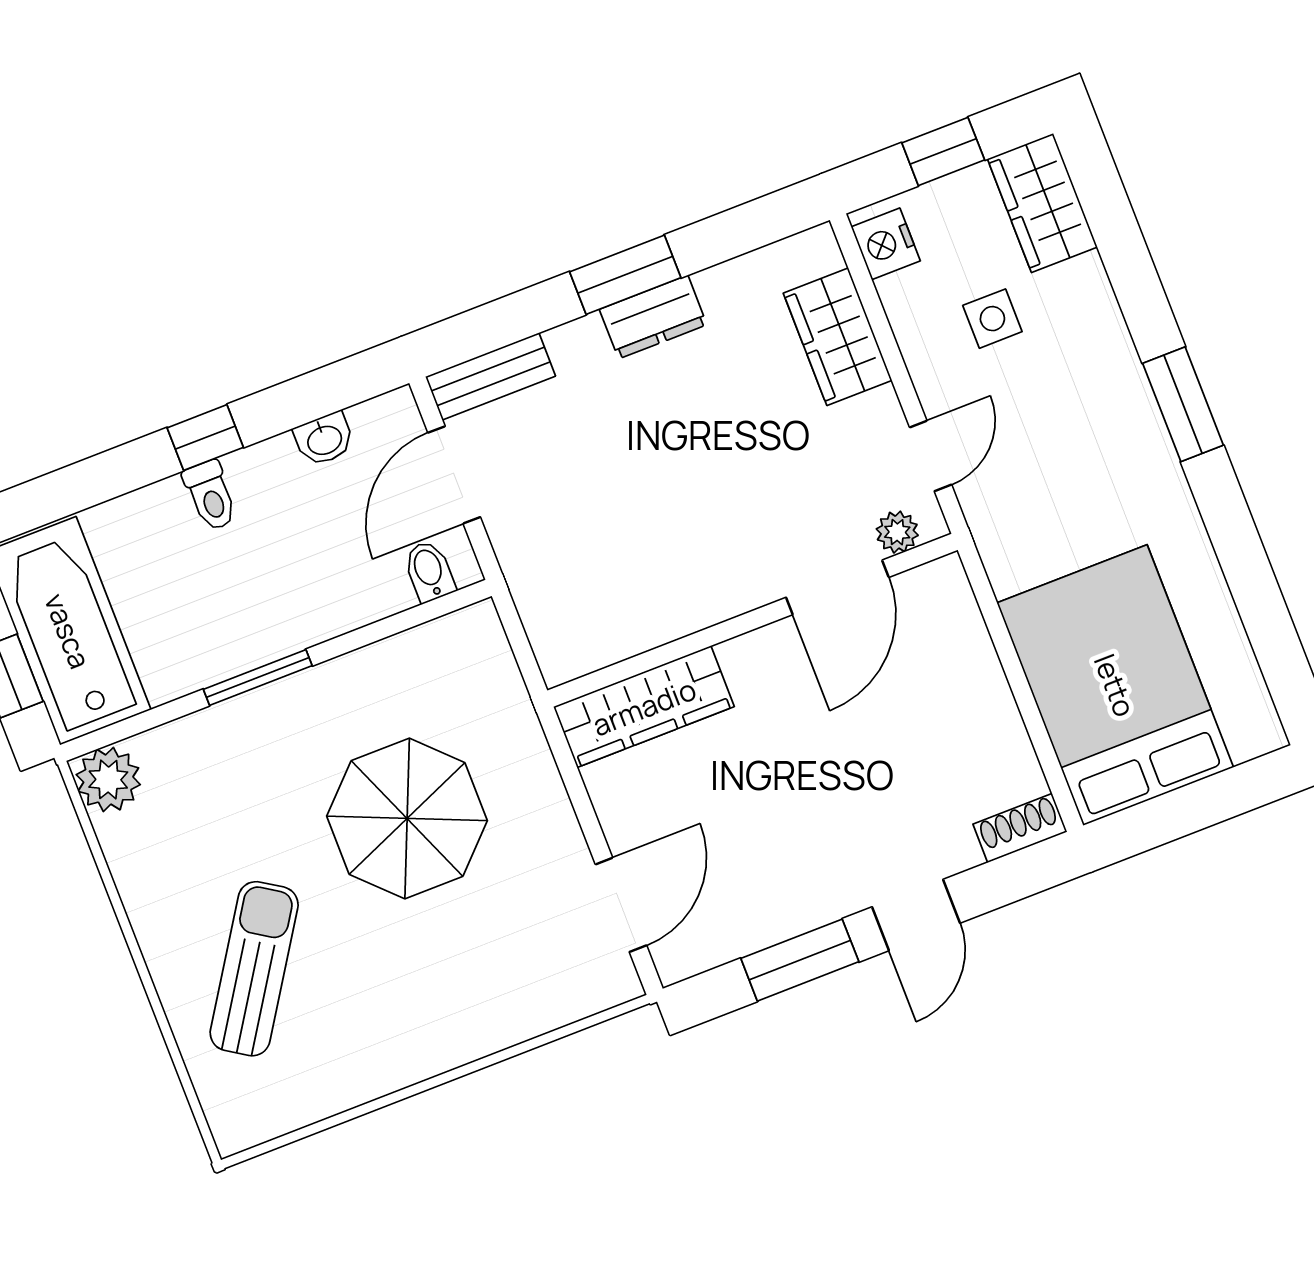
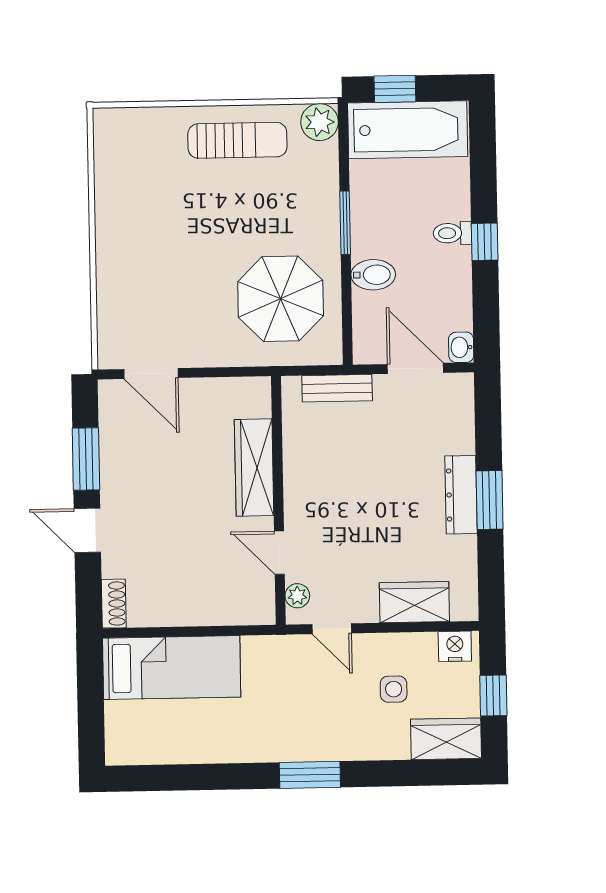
dresser: (653, 317) -> (461, 495), width x1.44
bench: (490, 376) -> (337, 388), moved, turned 90
washbasin: (324, 439) -> (461, 347), moved
bidet: (429, 571) -> (373, 275), moved, width x1.38, depth x1.36
door: (837, 587) -> (279, 553), width x0.73
bed: (1115, 685) -> (172, 668), width x0.67
wardrobe: (644, 707) -> (254, 467), moved
parasol: (407, 818) -> (281, 299), moved
sun lounger: (254, 969) -> (237, 140), moved, turned -33

